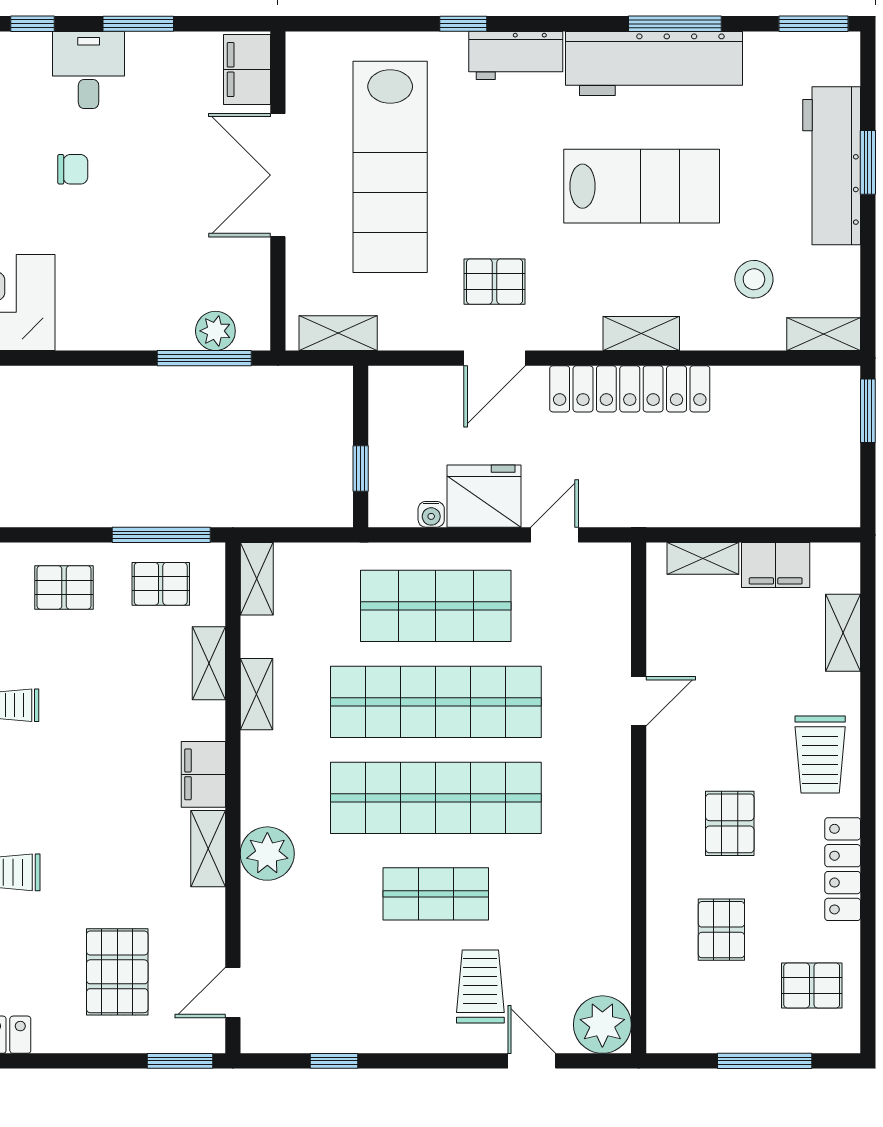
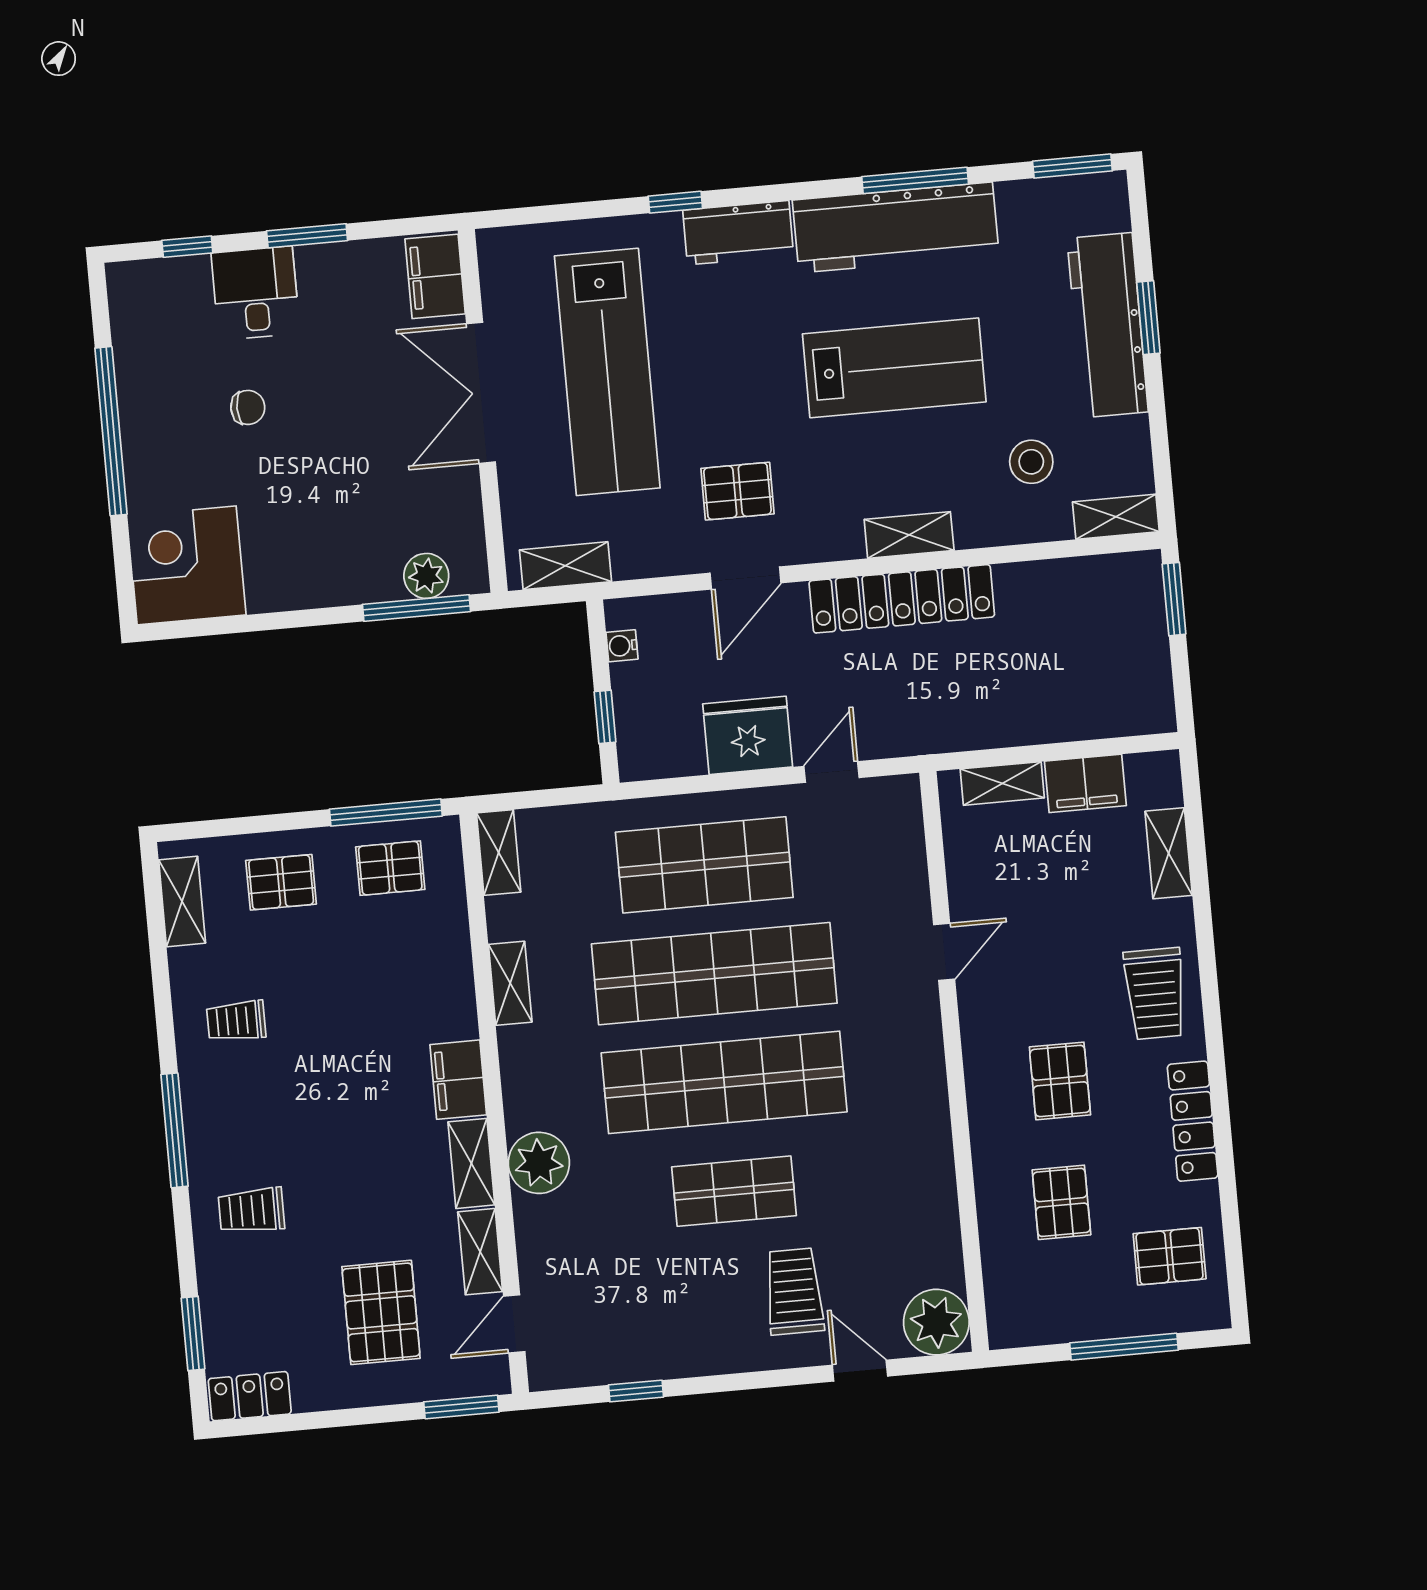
water cooler: (431, 514) -> (622, 646), moved, turned 90
shelving: (209, 663) -> (480, 1252), moved

